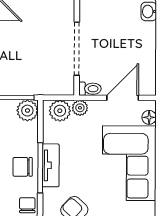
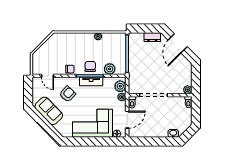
door: (123, 98) -> (127, 120), hinge flipped
plant: (27, 111) -> (110, 69), moved

